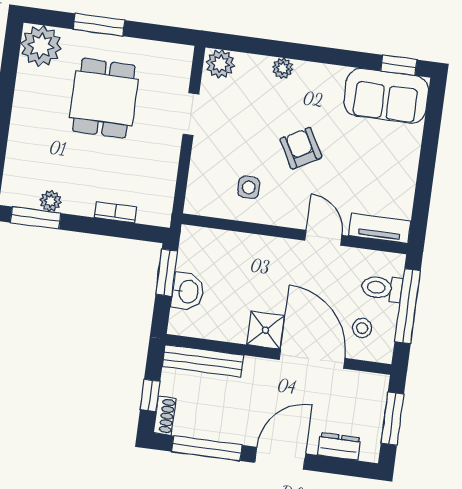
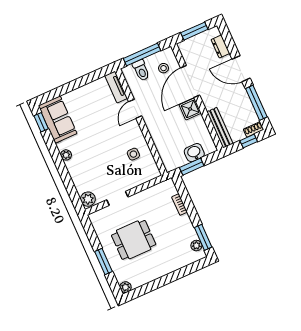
plant: (41, 46) -> (125, 287), width x0.53, depth x0.53
plant: (283, 68) -> (66, 155), moved
armchair: (301, 148) -> (103, 142), removed
plant: (51, 201) -> (196, 246), moved

